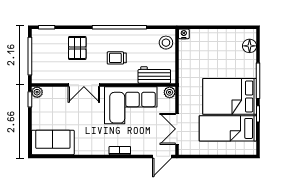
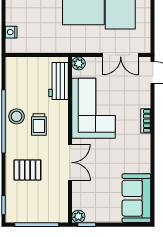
nightstand: (184, 34) -> (11, 32), moved
stool: (166, 43) -> (17, 116), moved

